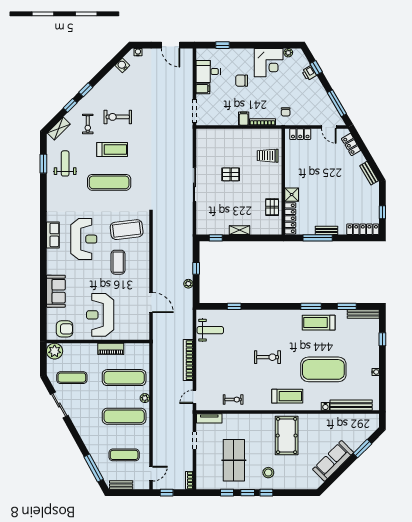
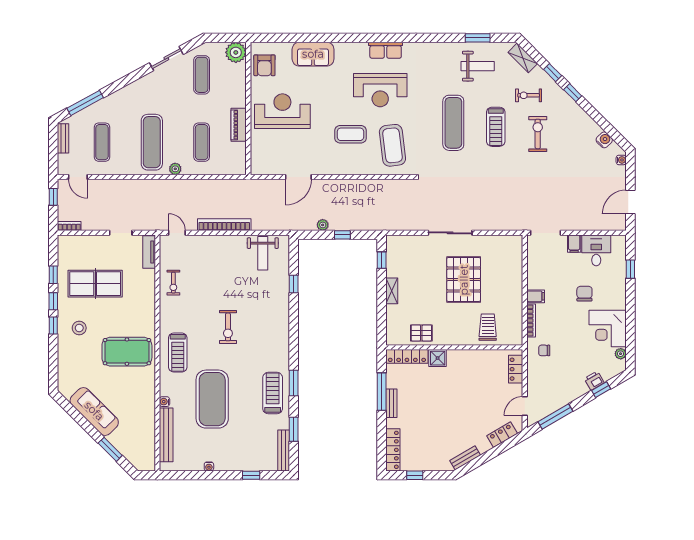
pallet: (231, 174) -> (464, 280), width x2.05, depth x2.00
exercise mat: (124, 378) -> (202, 142), width x0.73, depth x0.69

